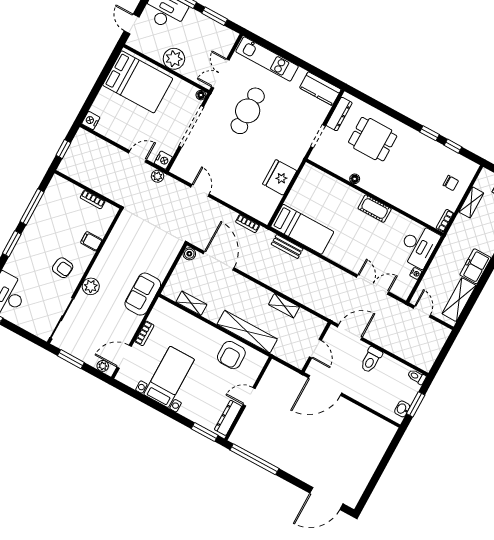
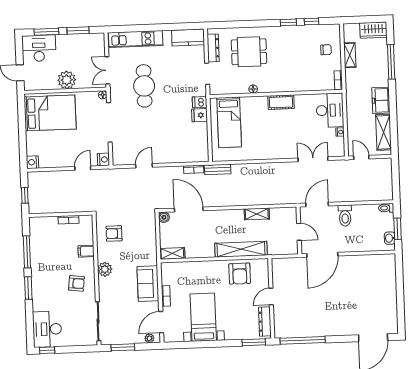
dishwasher: (293, 160) -> (200, 102), added
plant: (158, 176) -> (106, 174), removed
fridge: (280, 177) -> (199, 115), width x0.53, depth x0.75
door: (200, 190) -> (144, 166), hinge flipped
bed: (302, 229) -> (229, 122), moved, turned 90
armchair: (130, 240) -> (114, 233), added
bench: (287, 247) -> (218, 169), moved
plant: (91, 286) -> (105, 269), moved
sofa: (143, 294) -> (148, 284), moved
shelving: (191, 303) -> (172, 253), moved

